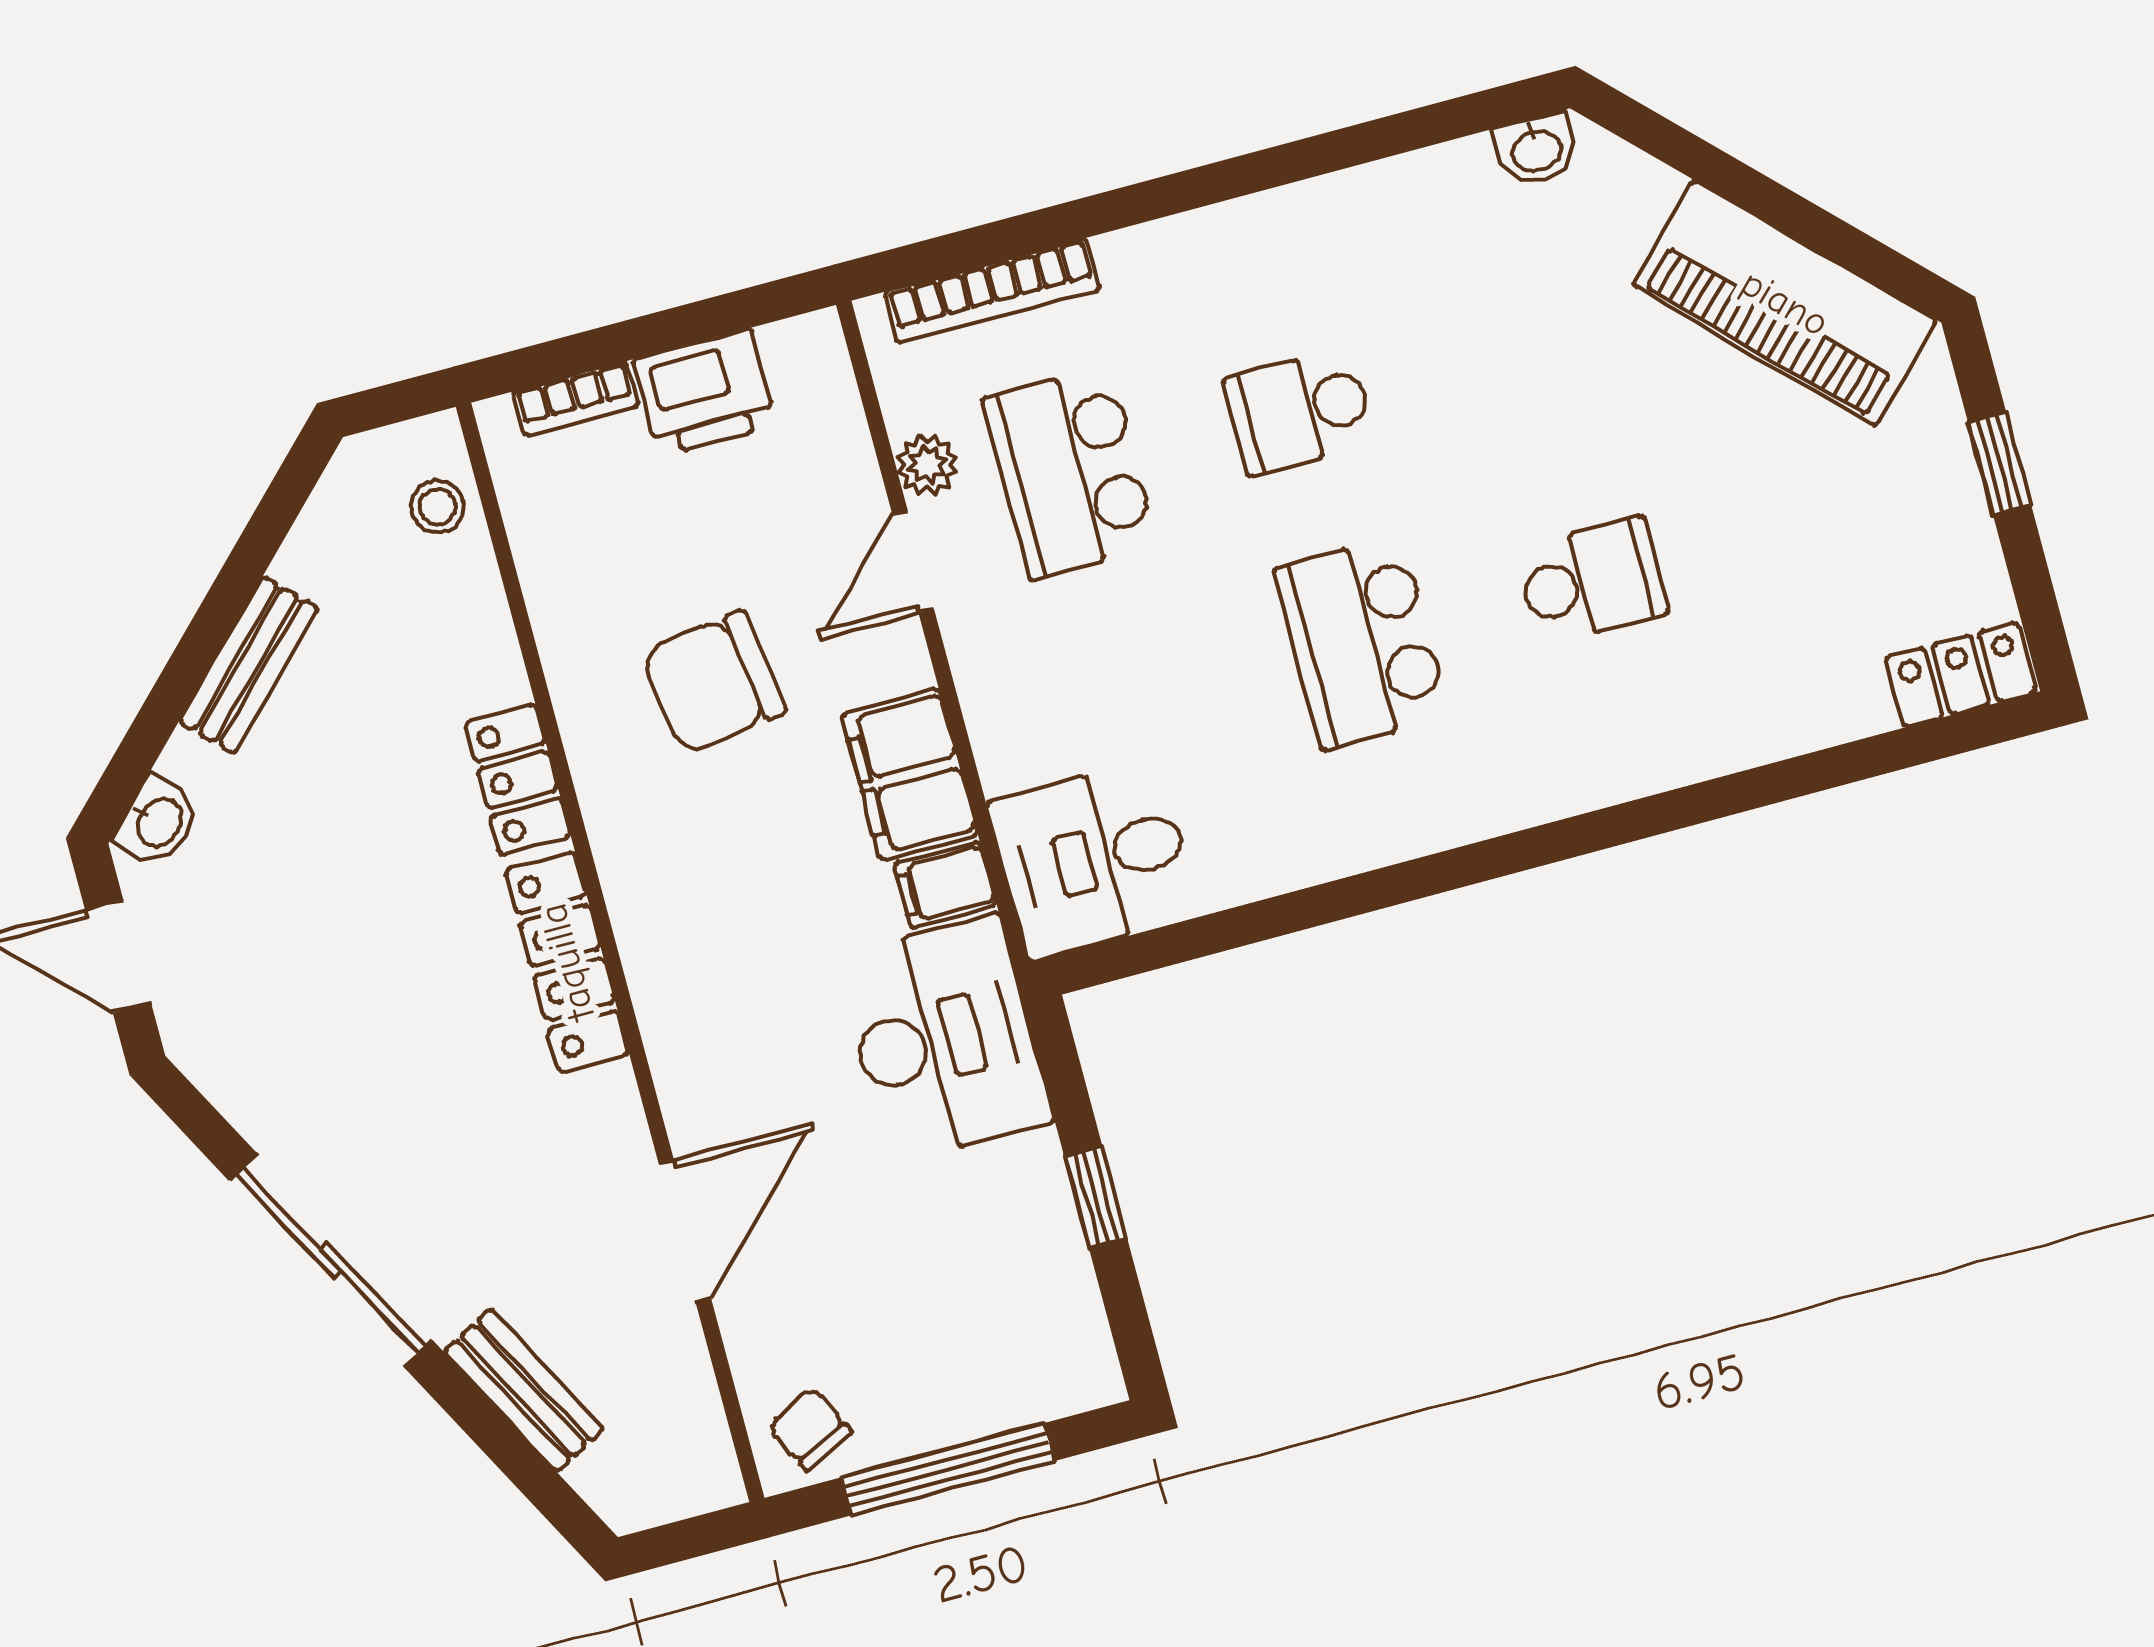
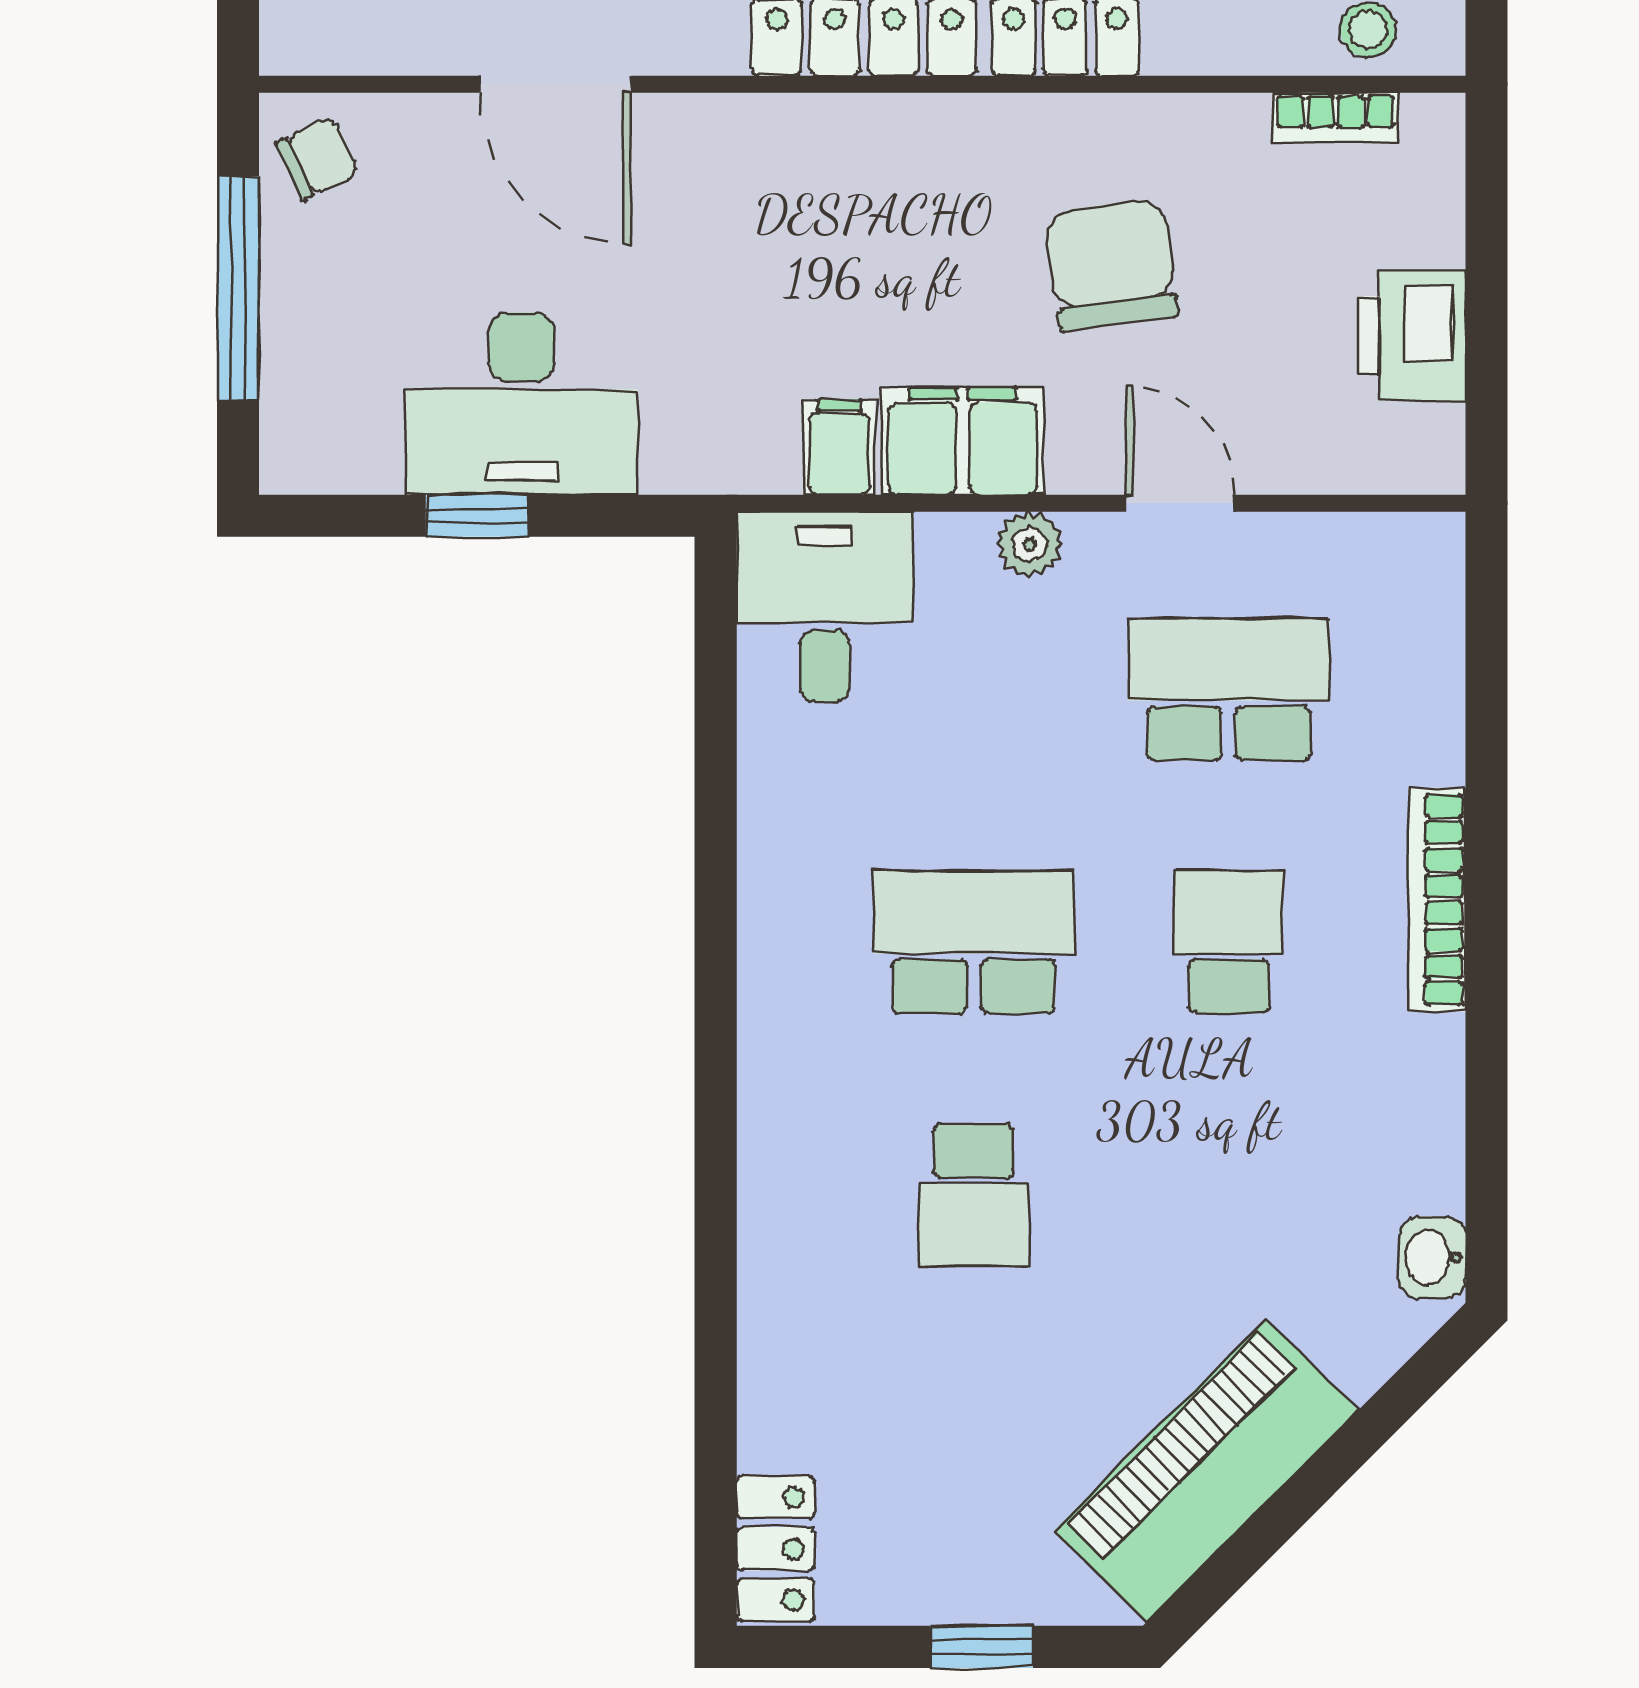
bookcase: (992, 291) -> (1437, 900), moved
bookcase: (575, 399) -> (1336, 118), moved, turned -90
plant: (927, 465) -> (1030, 544), moved
desk: (944, 1039) -> (522, 404), moved

